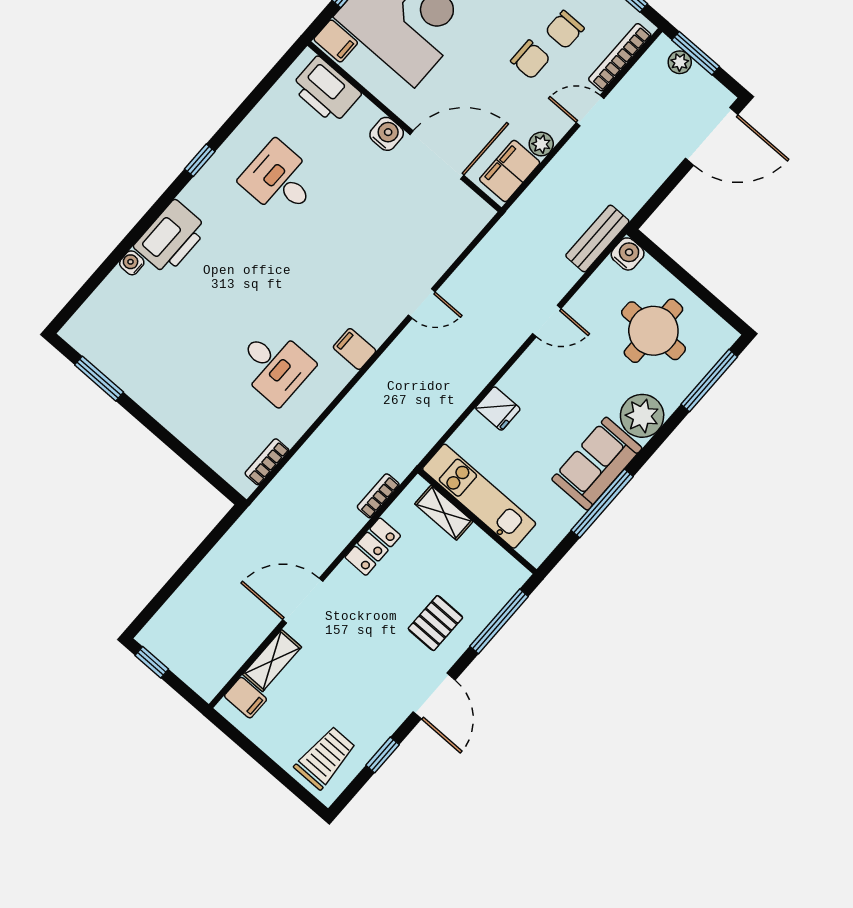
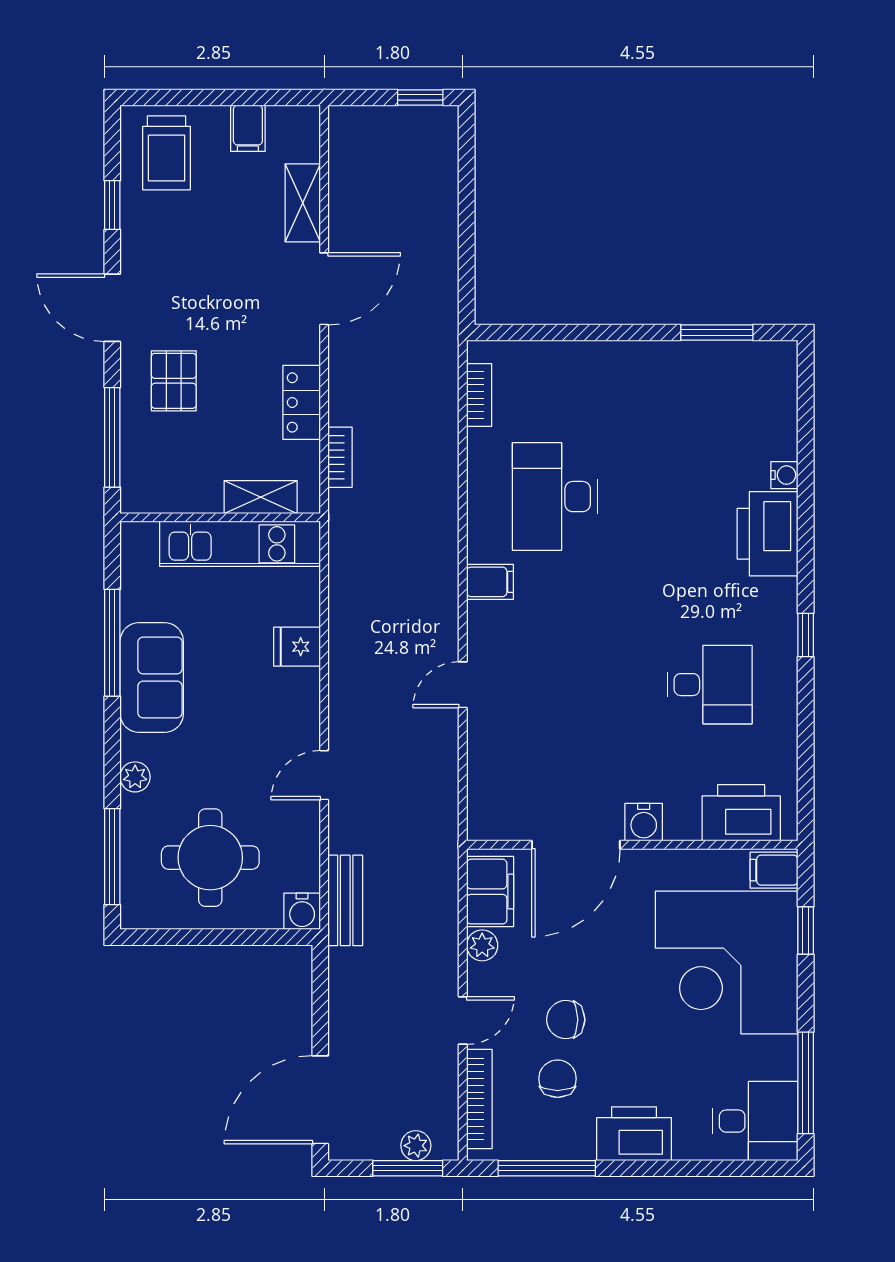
desk: (274, 366) -> (555, 497), width x1.37
plant: (642, 416) -> (135, 777), width x0.53, depth x0.53
filing cabinet: (245, 698) -> (248, 128), moved, turned -90

